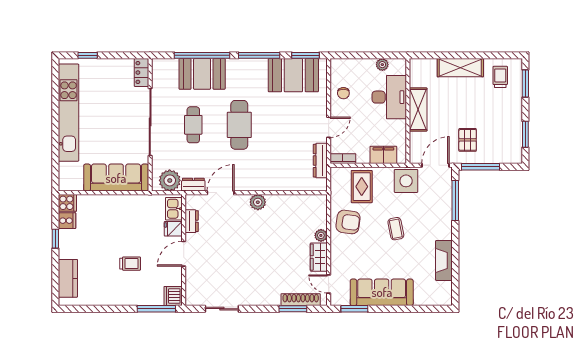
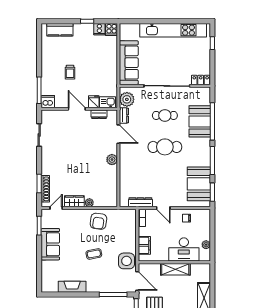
rug: (362, 187) -> (123, 231), removed
sofa: (382, 292) -> (50, 244), width x0.73

